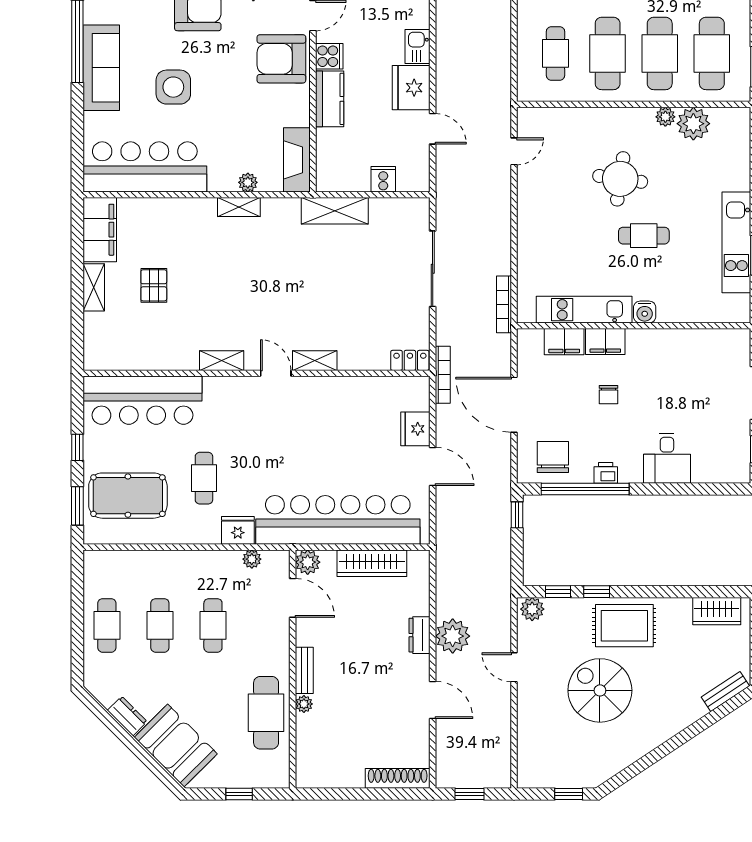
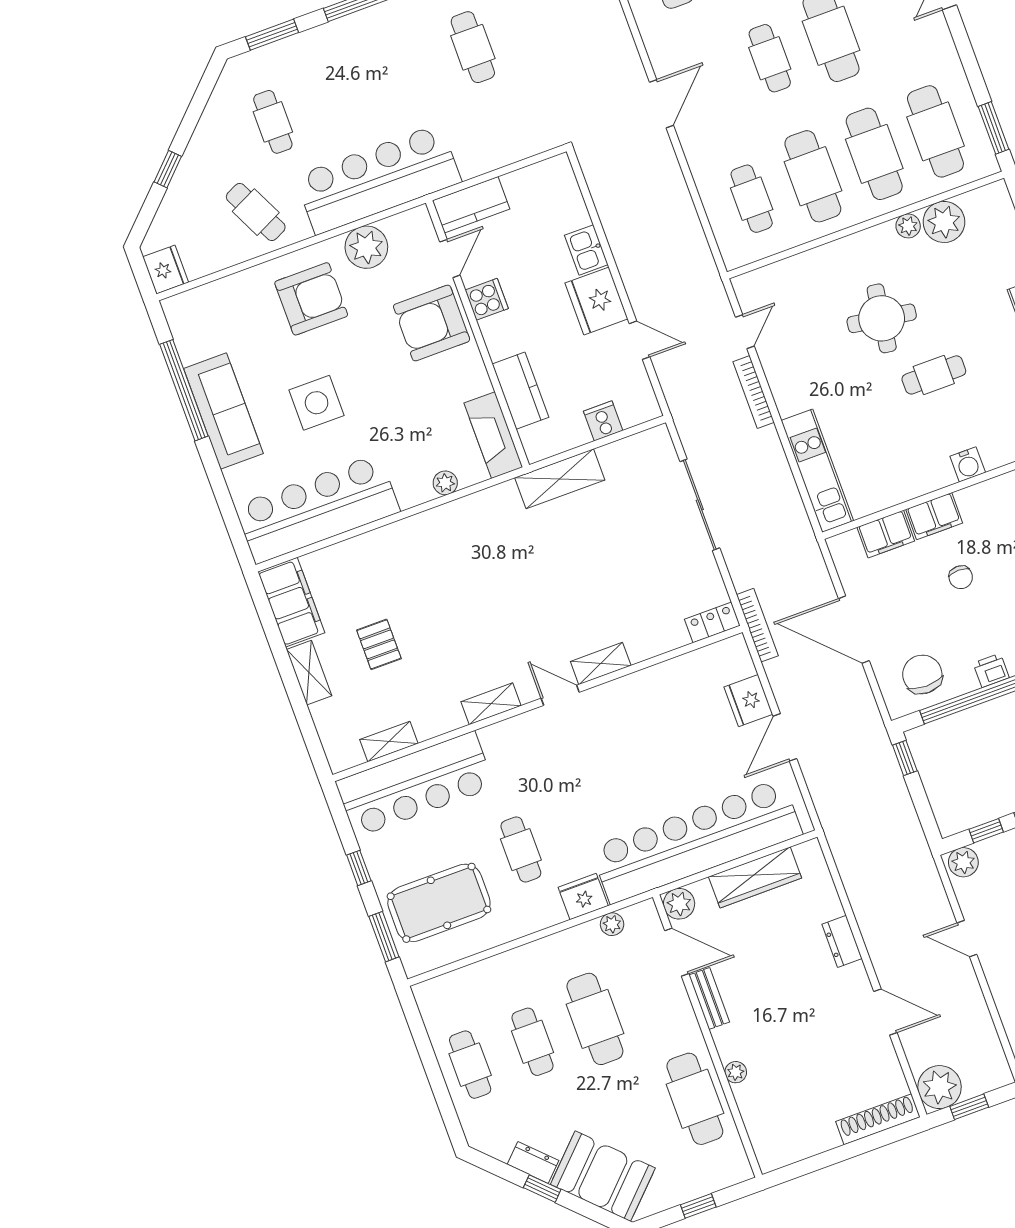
kitchen counter: (330, 99) -> (521, 391), moved
shelving: (239, 207) -> (389, 741), moved
bookcase: (504, 304) -> (754, 392), moved
kitchen unit: (584, 310) -> (817, 471), moved, turned 90
door: (433, 466) -> (785, 737), swing flipped
cafe table: (213, 625) -> (595, 1019), width x1.37, depth x1.35
plant: (453, 636) -> (939, 1087), moved
bench: (304, 670) -> (709, 998), moved
window: (127, 738) -> (542, 1189), added

